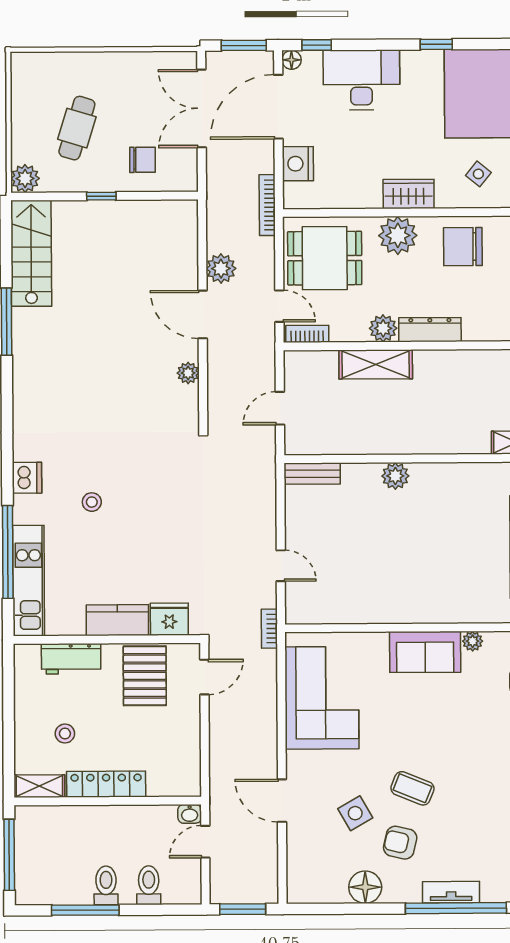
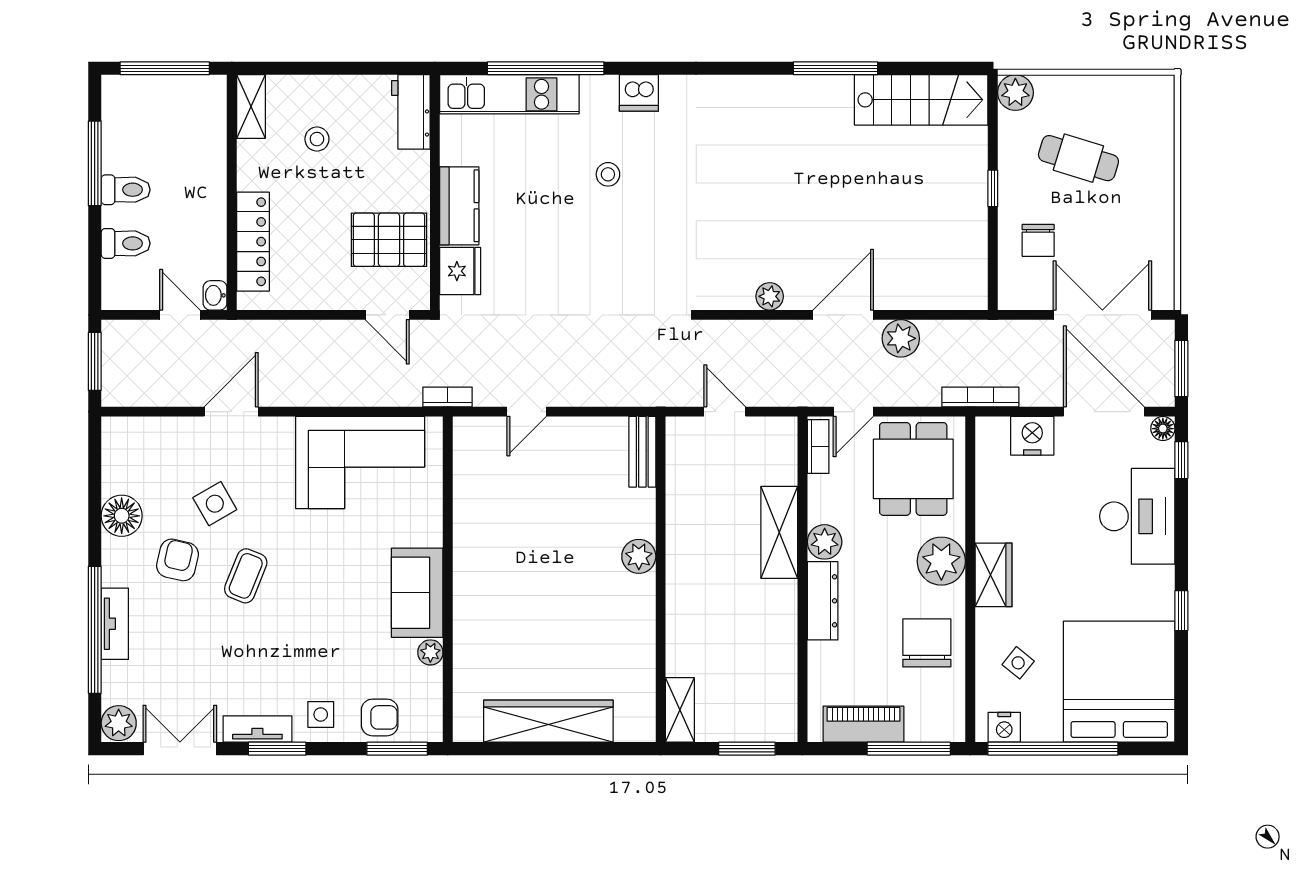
workbench: (71, 659) -> (411, 112), moved
locker: (106, 784) -> (253, 242), moved

